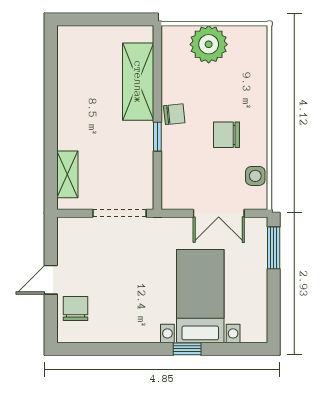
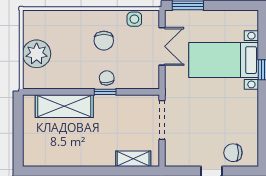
chair: (174, 114) -> (107, 78), moved

